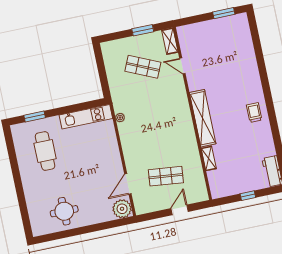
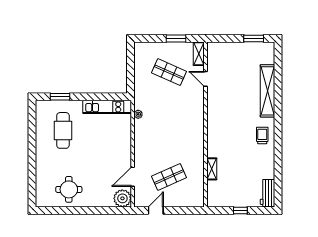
shelving: (203, 118) -> (268, 91), moved
shop shelf: (166, 176) -> (169, 177), turned -30
door: (180, 210) -> (156, 211), moved

